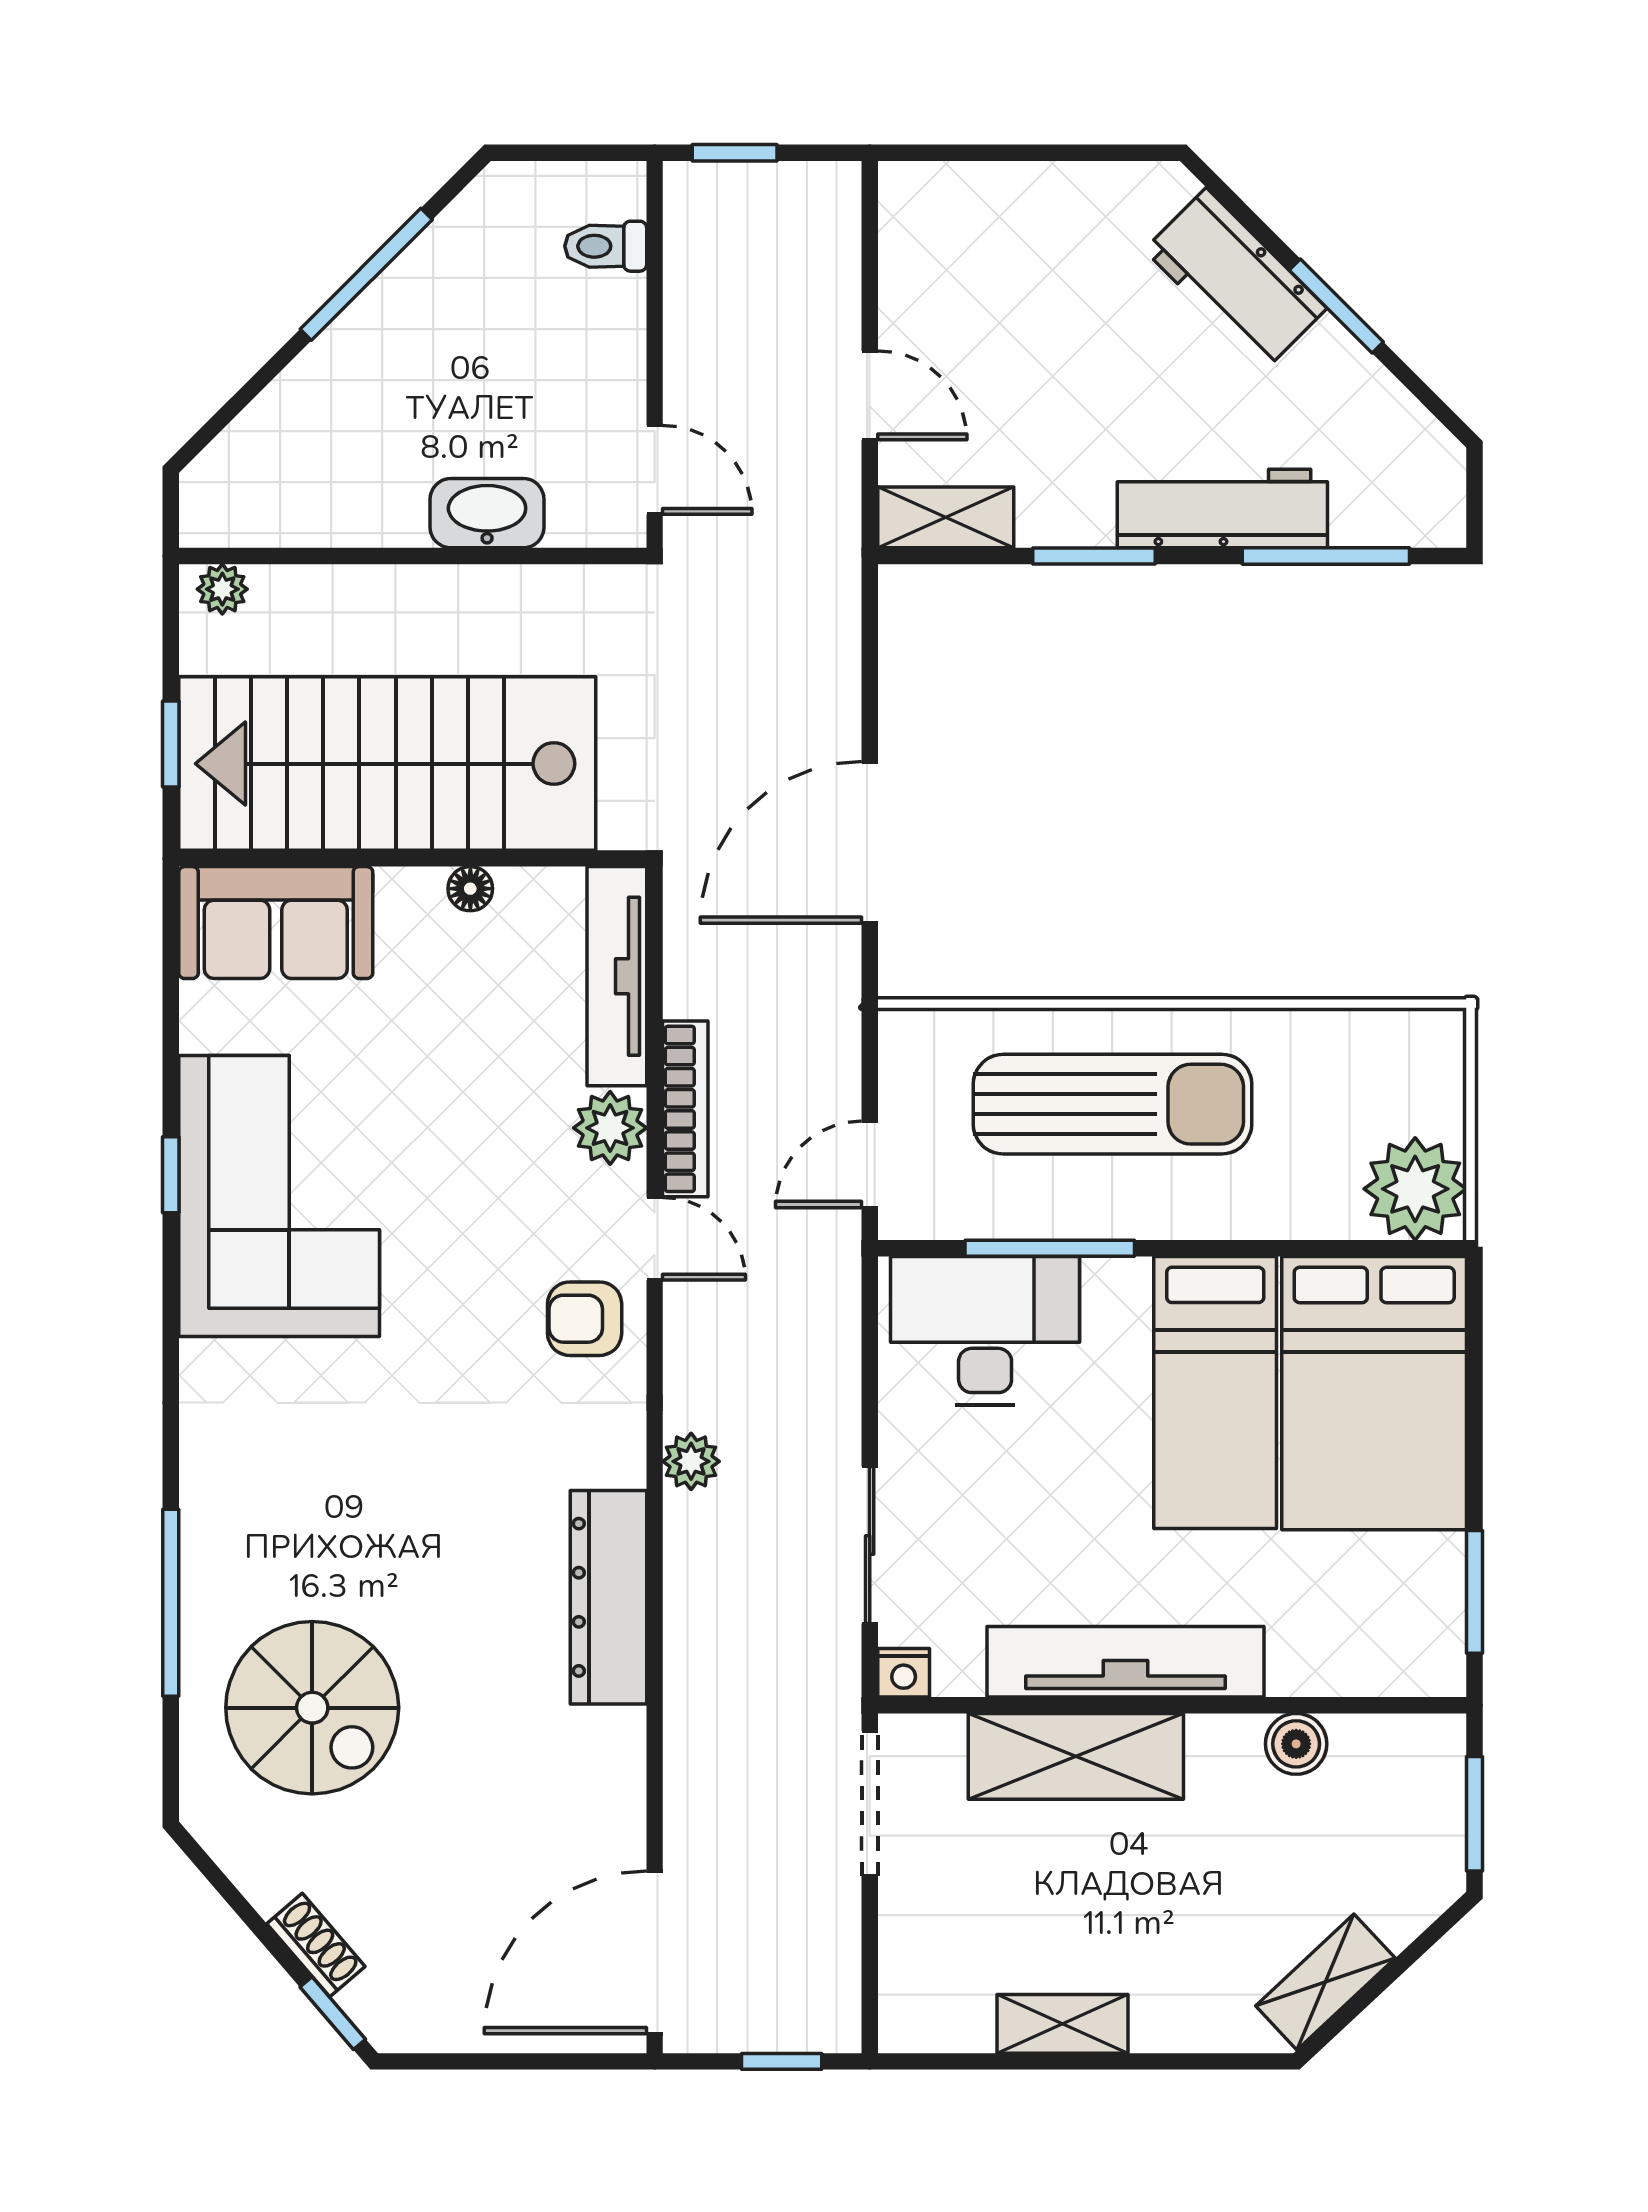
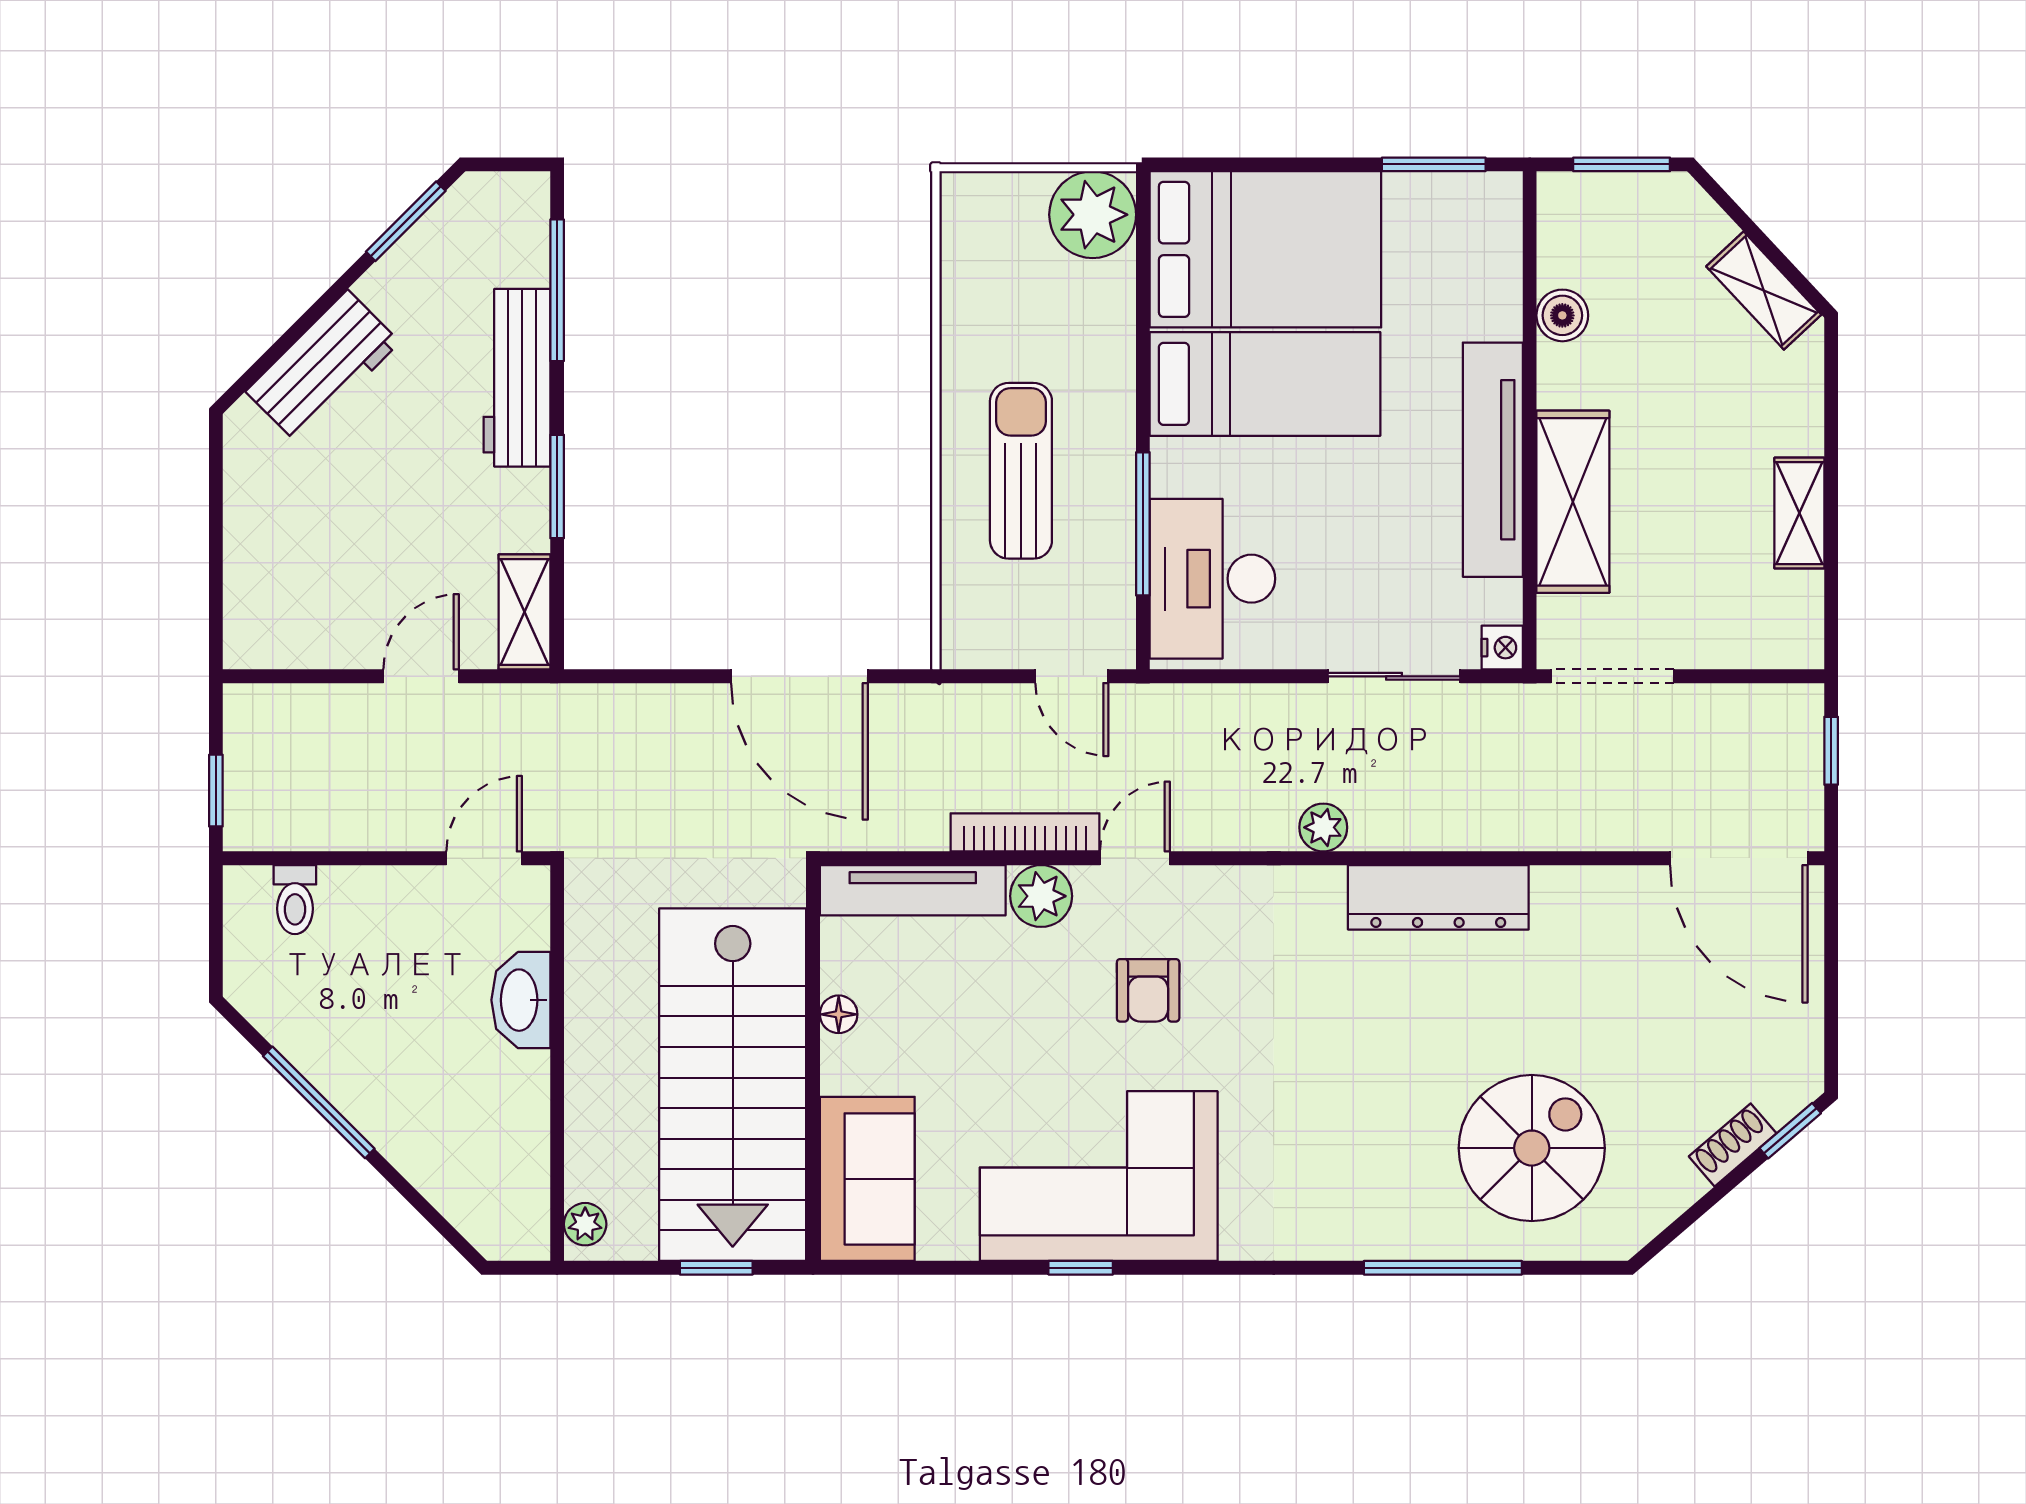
window: (1336, 306) -> (406, 221), moved
sun lounger: (1113, 1104) -> (1021, 471), width x0.73, depth x0.75
armchair: (585, 1319) -> (1148, 990), moved

